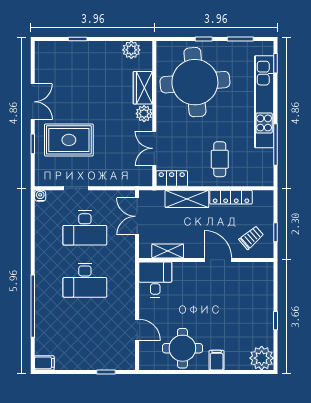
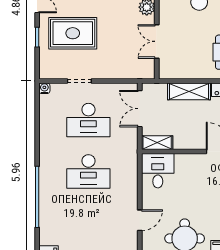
locker: (172, 179) -> (174, 71), removed
shelving: (168, 251) -> (157, 143), moved
door: (137, 330) -> (140, 220), hinge flipped

